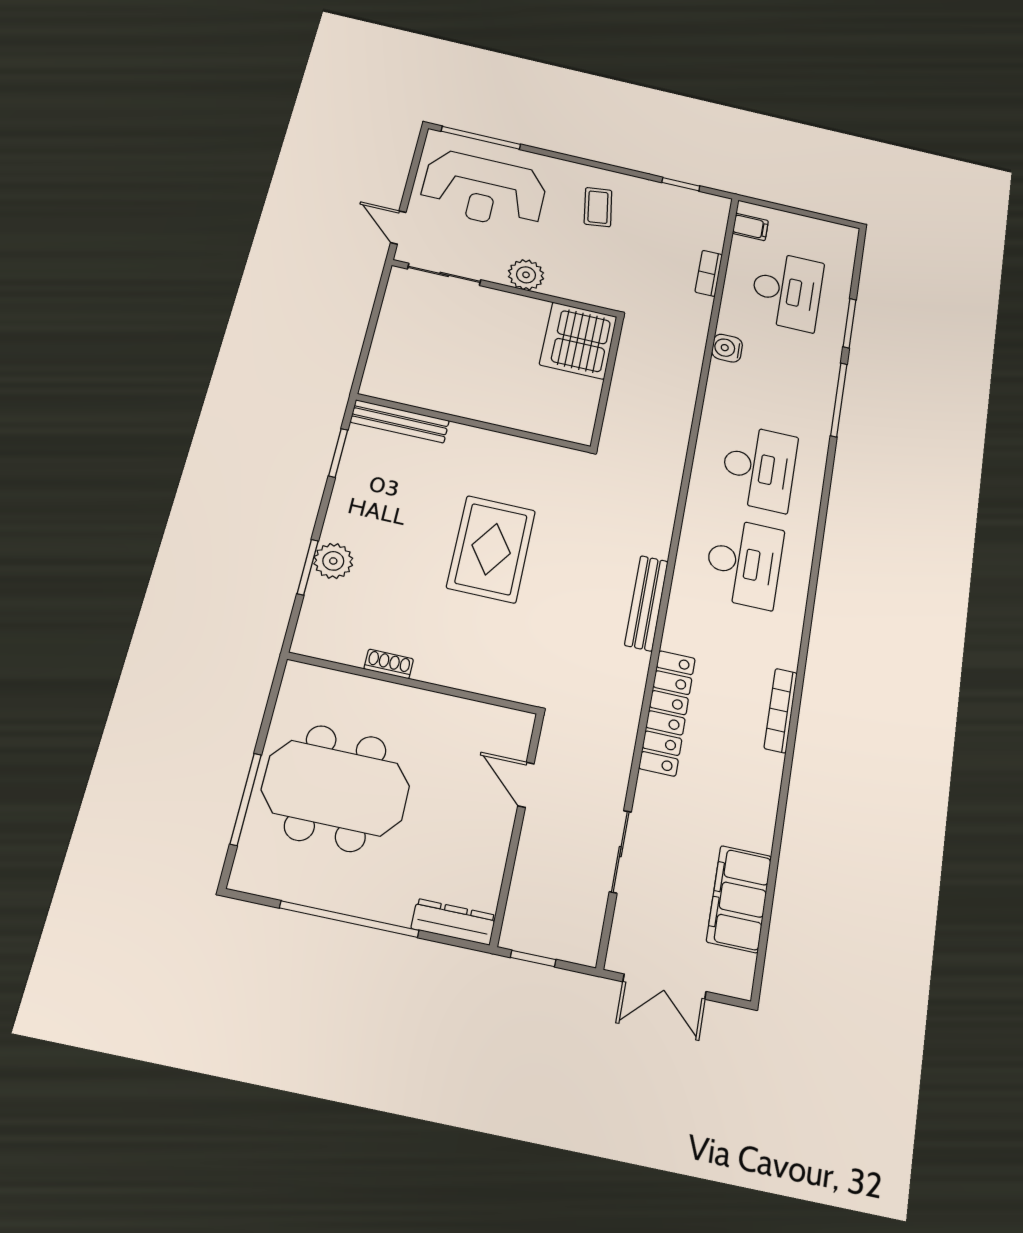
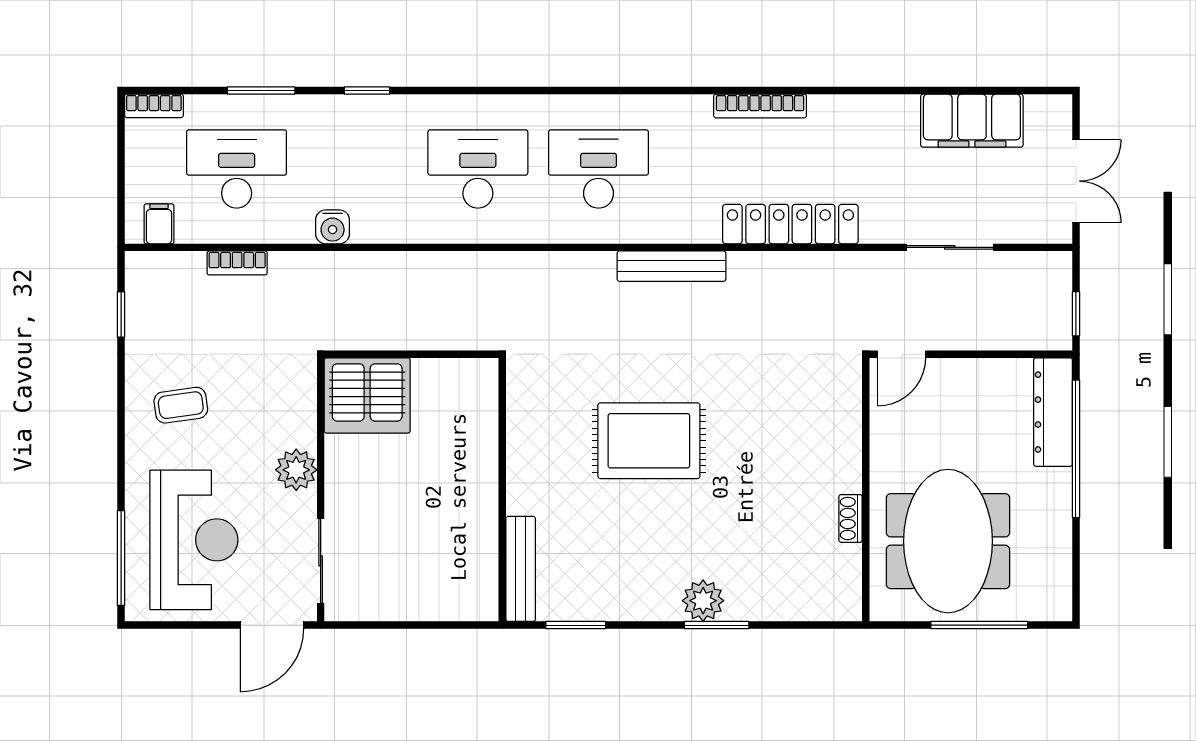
door: (398, 228) -> (272, 625), width x1.38
bookcase: (847, 246) -> (154, 106), added
window: (839, 400) -> (367, 91), width x0.46
shoe rack: (389, 664) -> (851, 518), moved
wall: (413, 683) -> (866, 490), moved
window: (349, 919) -> (1076, 449), moved
dresser: (453, 922) -> (1053, 412), width x1.37, depth x1.24

